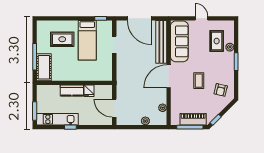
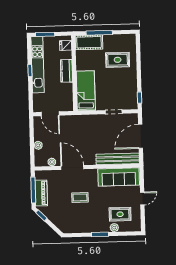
rug: (62, 39) -> (118, 60), turned 90
bed: (87, 40) -> (86, 91), moved, turned 90
door: (169, 76) -> (72, 168), moved
armchair: (221, 90) -> (71, 220), removed
fridge: (89, 91) -> (66, 45), moved
door: (114, 108) -> (50, 114), swing flipped
kitchen unit: (57, 119) -> (38, 65), width x1.36

